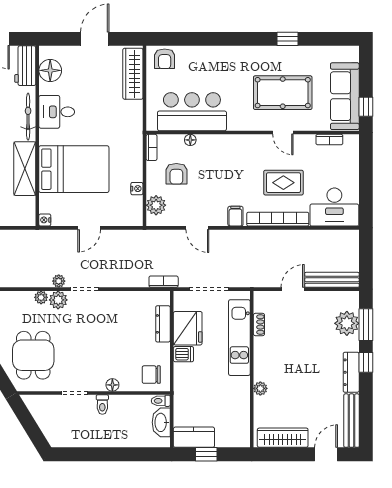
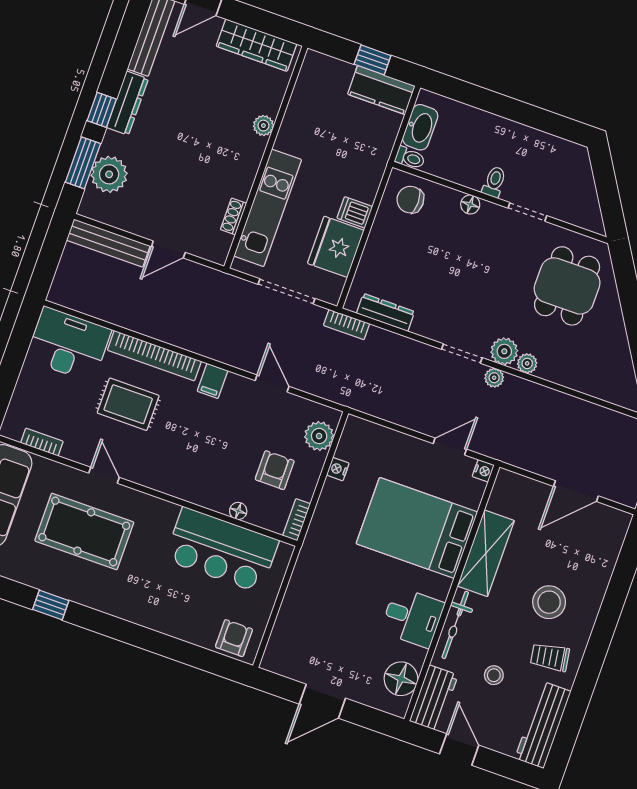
wardrobe: (133, 74) -> (286, 633), removed
door: (89, 228) -> (450, 446), moved
dresser: (163, 324) -> (386, 312), moved, turned -90
chair: (151, 375) -> (410, 200), turned 180

